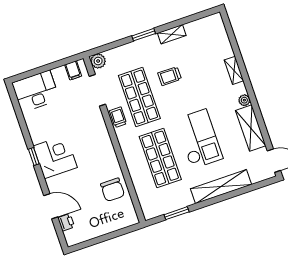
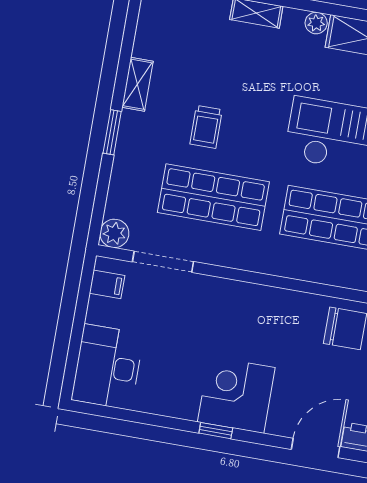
trolley: (118, 117) -> (228, 252), removed

